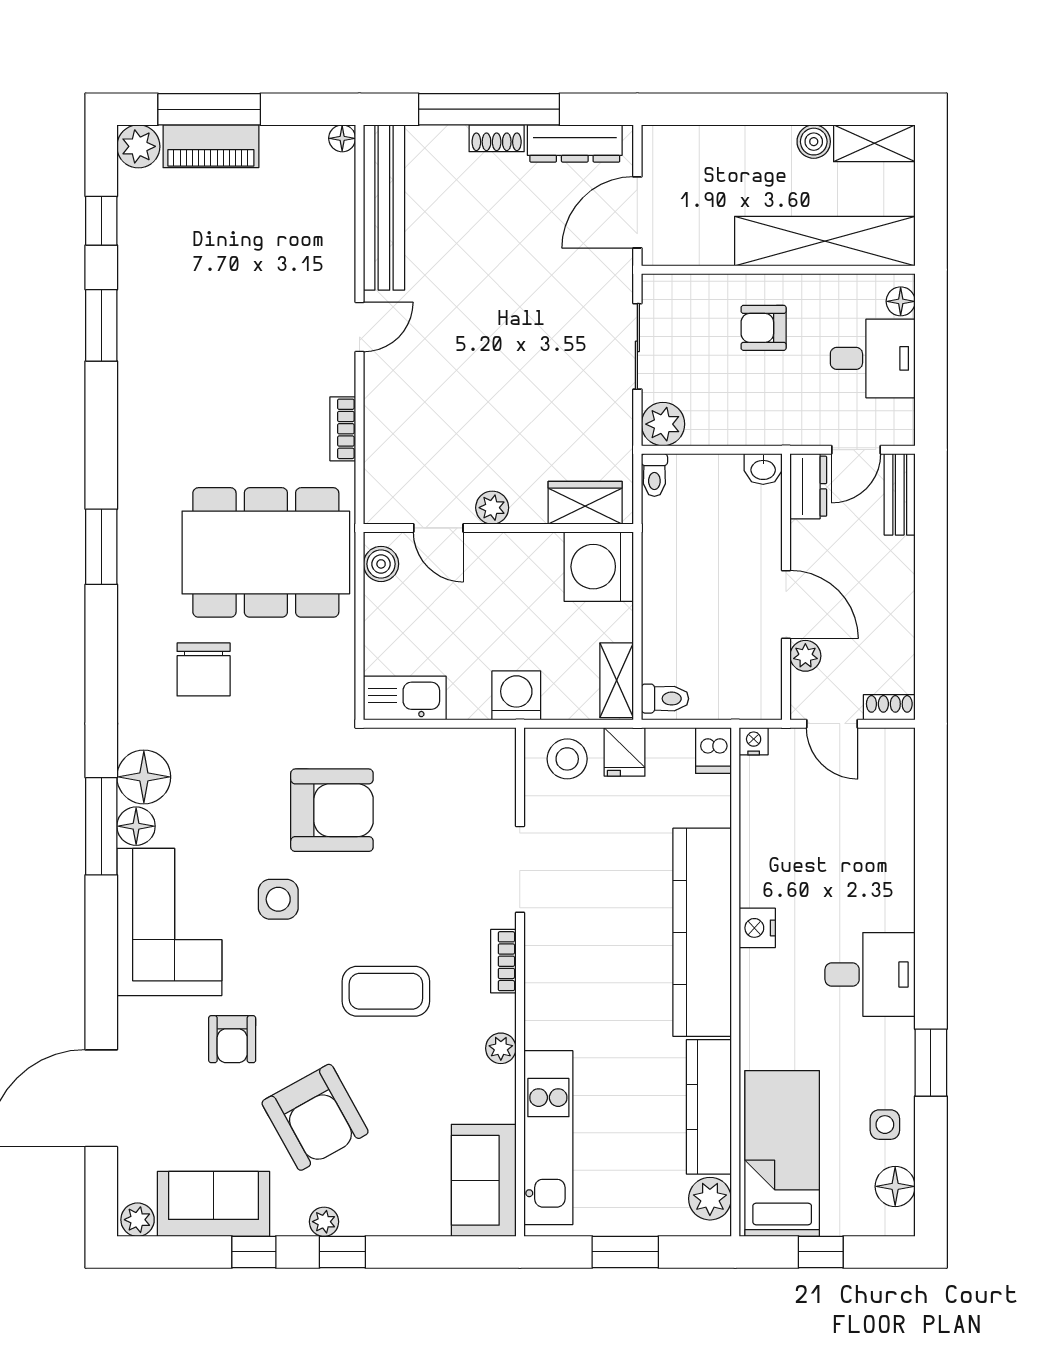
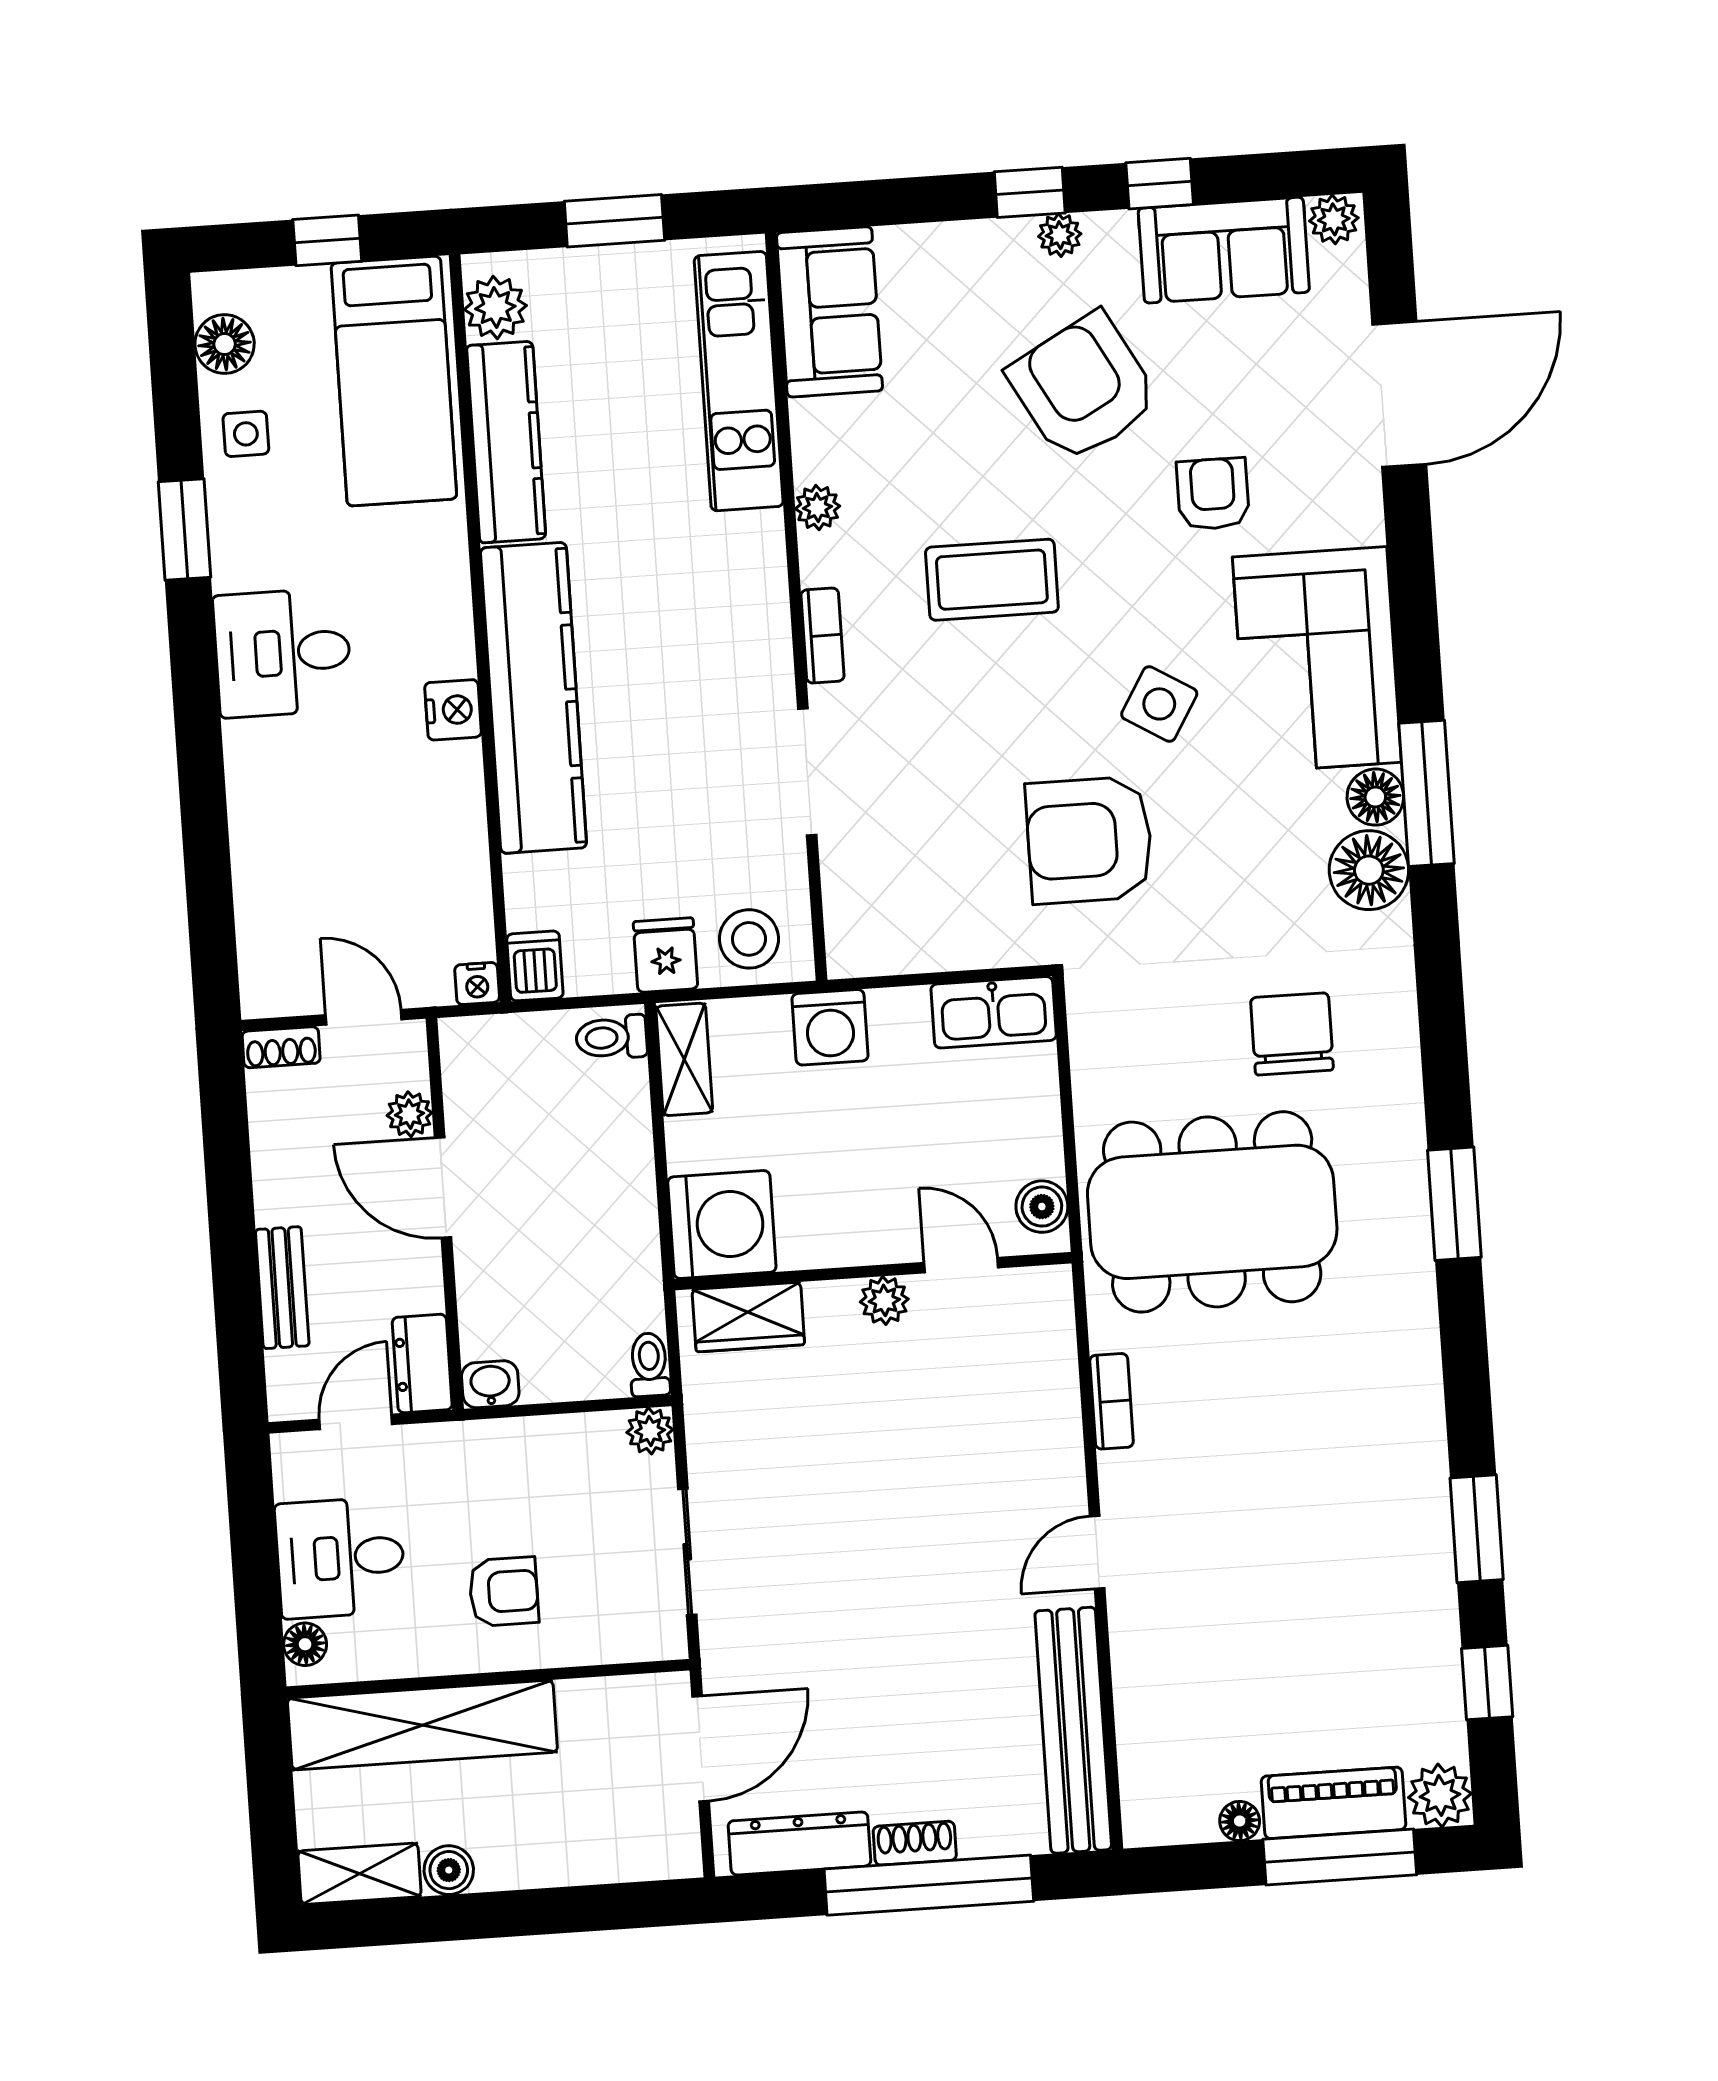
floor lamp: (342, 138) -> (1240, 1821), moved
plant: (663, 424) -> (650, 1431), width x0.73, depth x0.73
bench: (900, 494) -> (282, 1288), moved
side table: (278, 899) -> (1159, 704), turned 31

